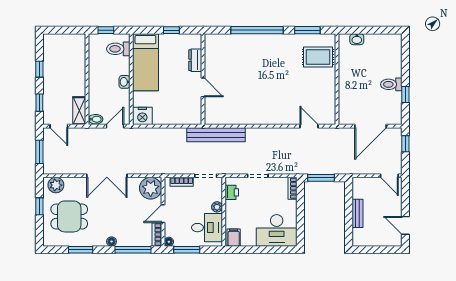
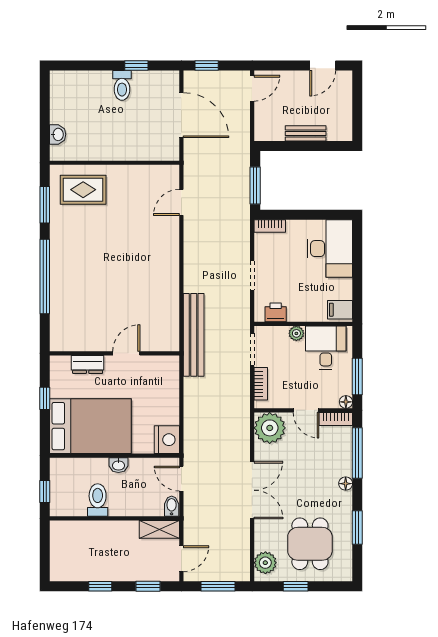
toilet: (118, 49) -> (98, 500), moved, turned 180
rug: (318, 57) -> (83, 190), turned 90
bed: (145, 62) -> (90, 426), width x1.50

